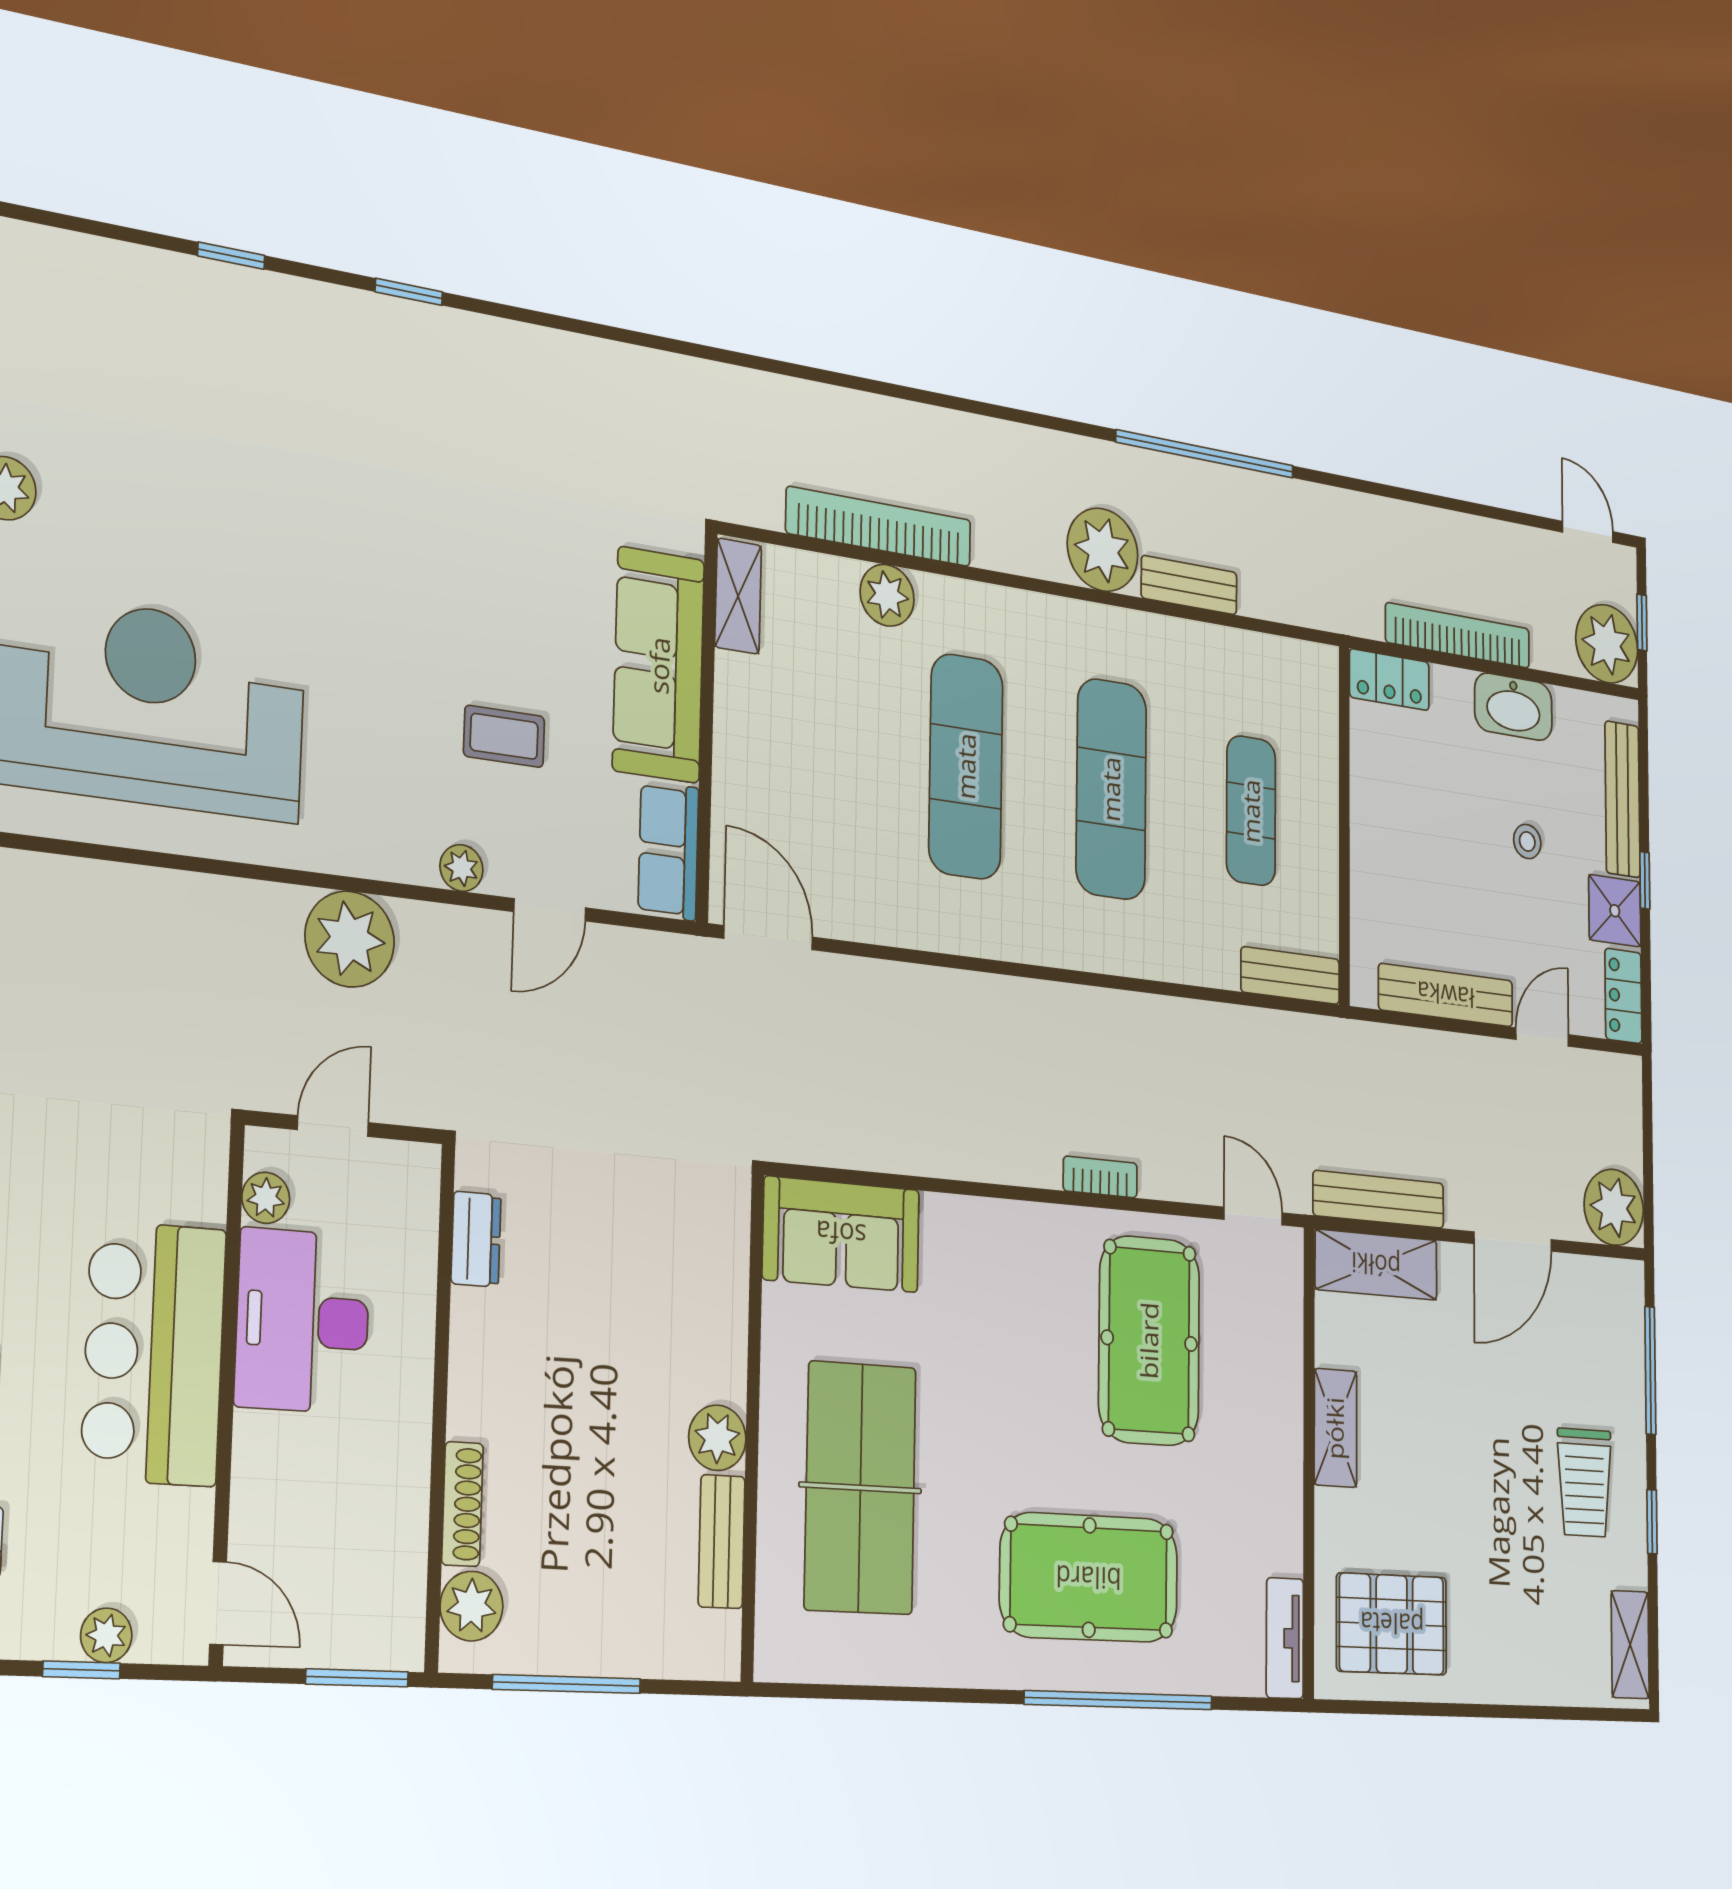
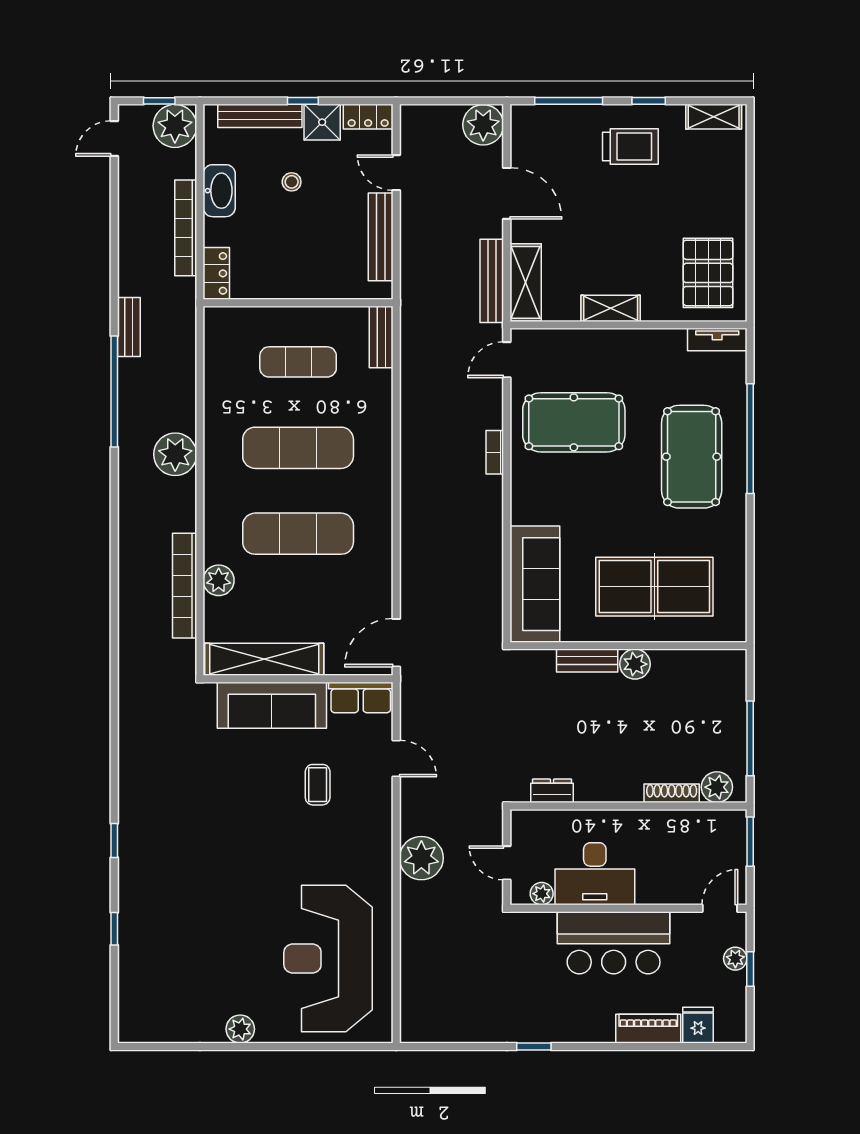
bench: (1189, 585) -> (129, 327), moved
shelving: (738, 596) -> (264, 659), width x2.20, depth x1.33
plant: (461, 868) -> (382, 804), removed
sofa: (841, 1234) -> (535, 584), width x1.36
bench: (722, 1542) -> (587, 661), moved

